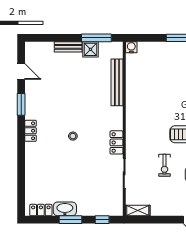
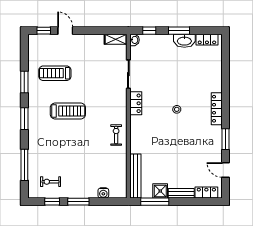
water cooler: (131, 47) -> (103, 193), moved
locker: (41, 48) -> (206, 193), added
bench: (117, 82) -> (135, 176), moved
locker: (30, 131) -> (217, 109), width x1.53
exercise bike: (165, 165) -> (116, 135), moved
washbasin: (118, 210) -> (134, 40), added

